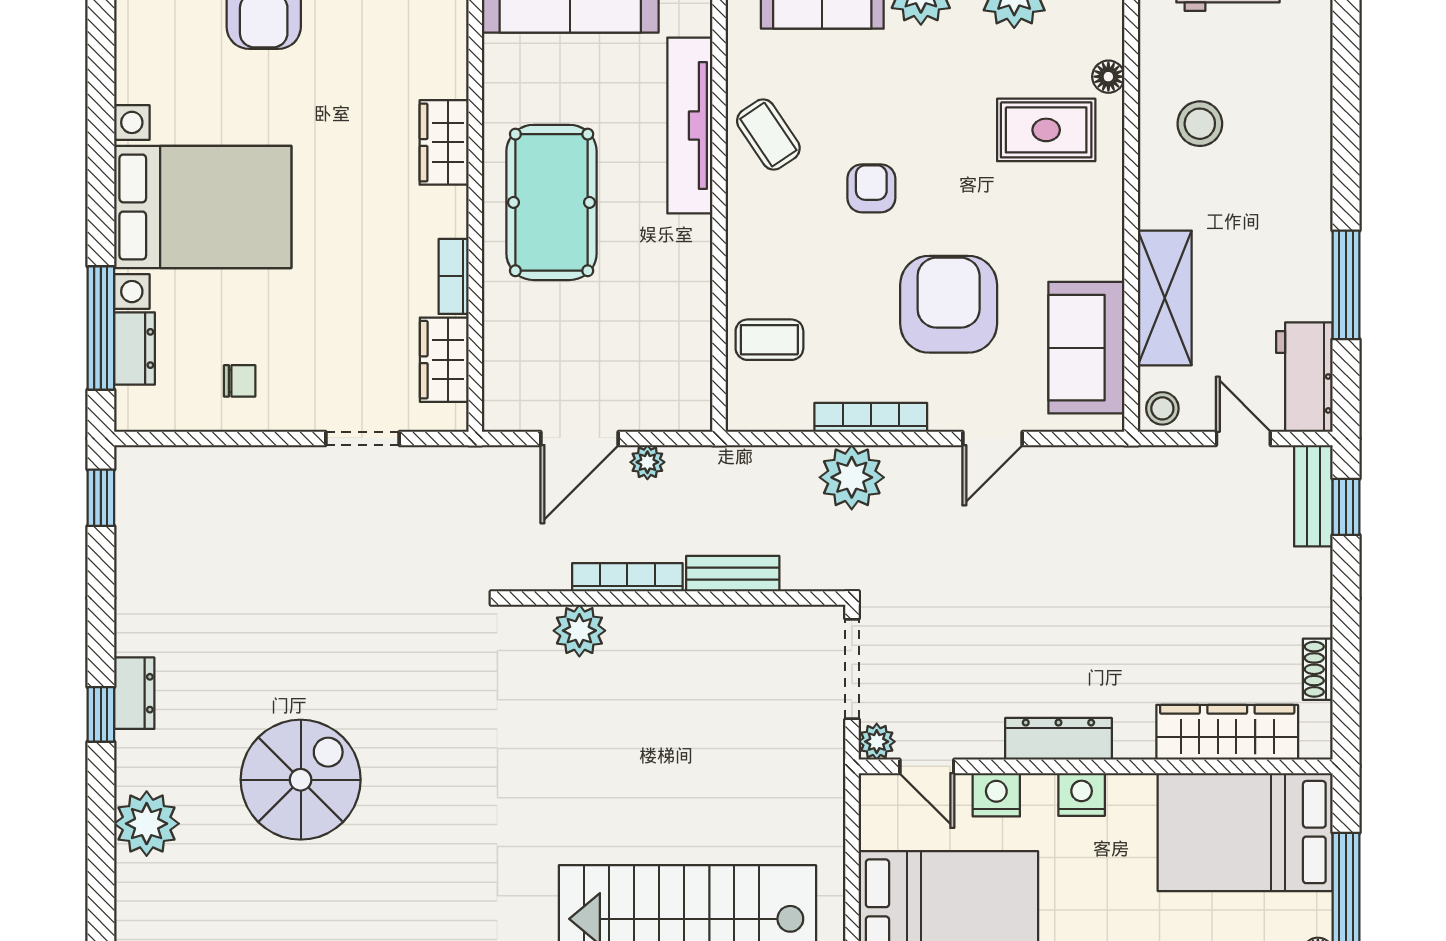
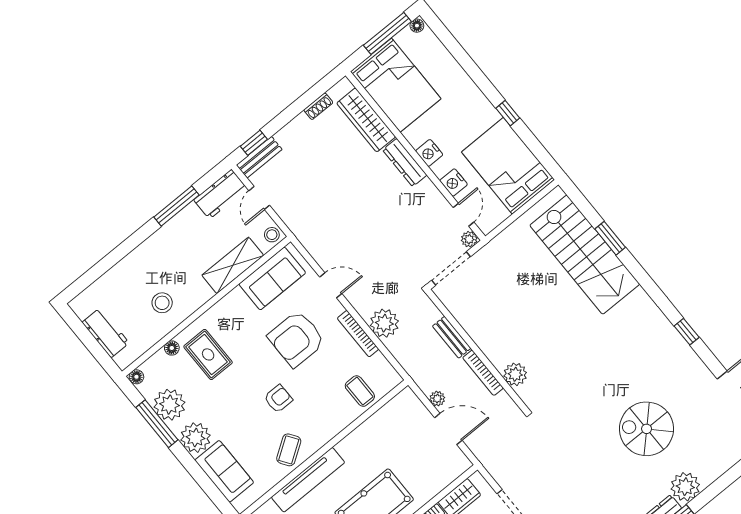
armchair: (871, 188) -> (278, 399), turned 180
dresser: (1058, 739) -> (405, 162), moved
plant: (147, 824) -> (685, 487), moved

